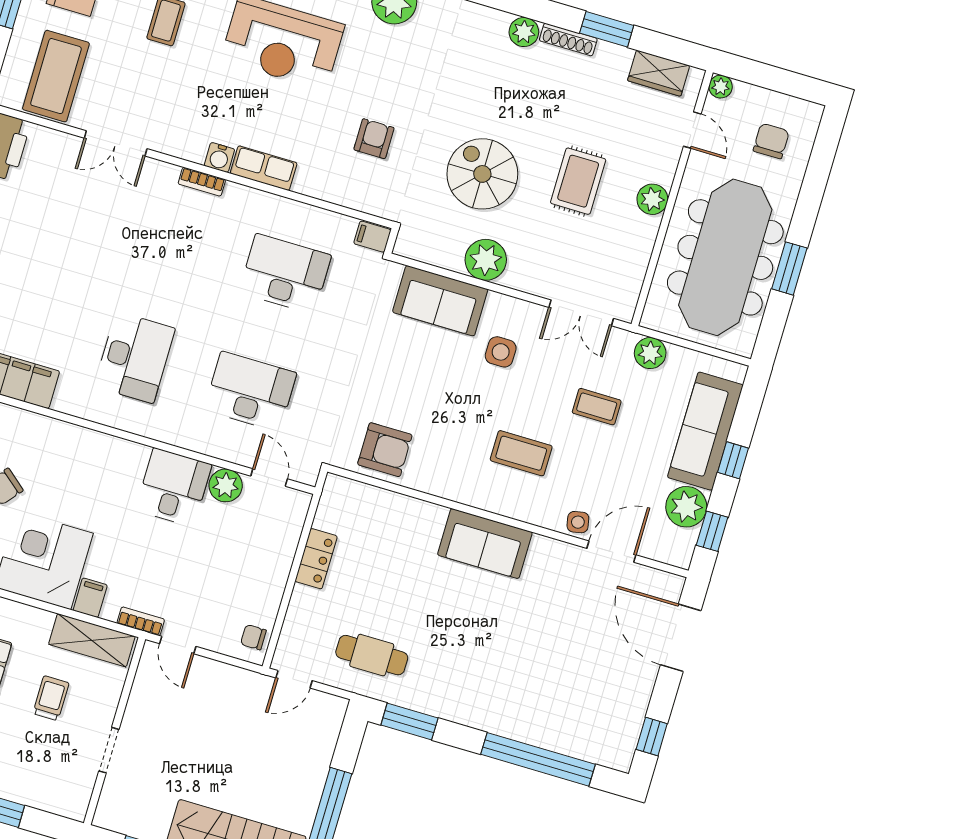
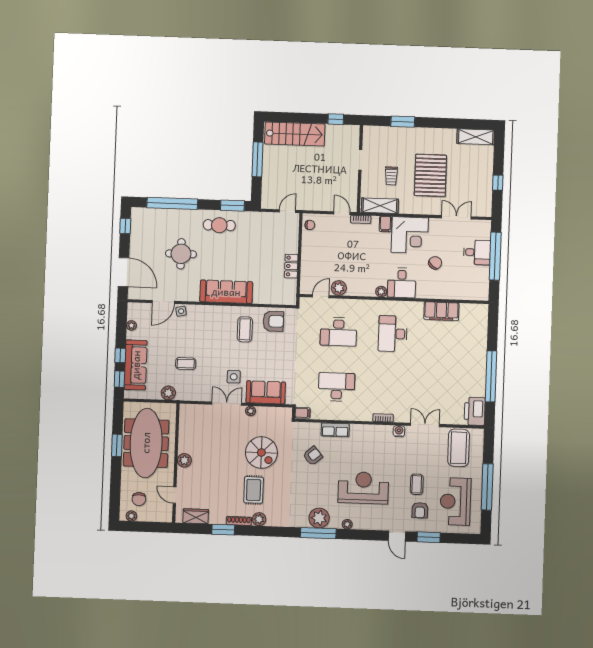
plant: (721, 87) -> (131, 516), moved
armchair: (374, 139) -> (313, 456), turned -130
water cooler: (219, 157) -> (399, 431), moved
row of seats: (264, 168) -> (335, 430), moved
rug: (578, 181) -> (254, 490), moved
plant: (486, 260) -> (251, 411), width x0.53, depth x0.53
desk: (285, 274) -> (336, 387), turned 180
double door: (581, 313) -> (227, 404), moved
armchair: (385, 450) -> (273, 321), turned 180
coffee table: (521, 453) -> (245, 329), moved, turned 90
plant: (136, 454) -> (381, 292), added
door: (269, 477) -> (321, 296), swing flipped
desk: (174, 487) -> (402, 283), moved
plant: (686, 507) -> (131, 325), width x0.53, depth x0.53
window: (712, 531) -> (119, 379), moved
sofa: (485, 544) -> (226, 292), width x1.36
round table: (547, 646) -> (181, 254), added
cafe table: (372, 655) -> (219, 225), moved

